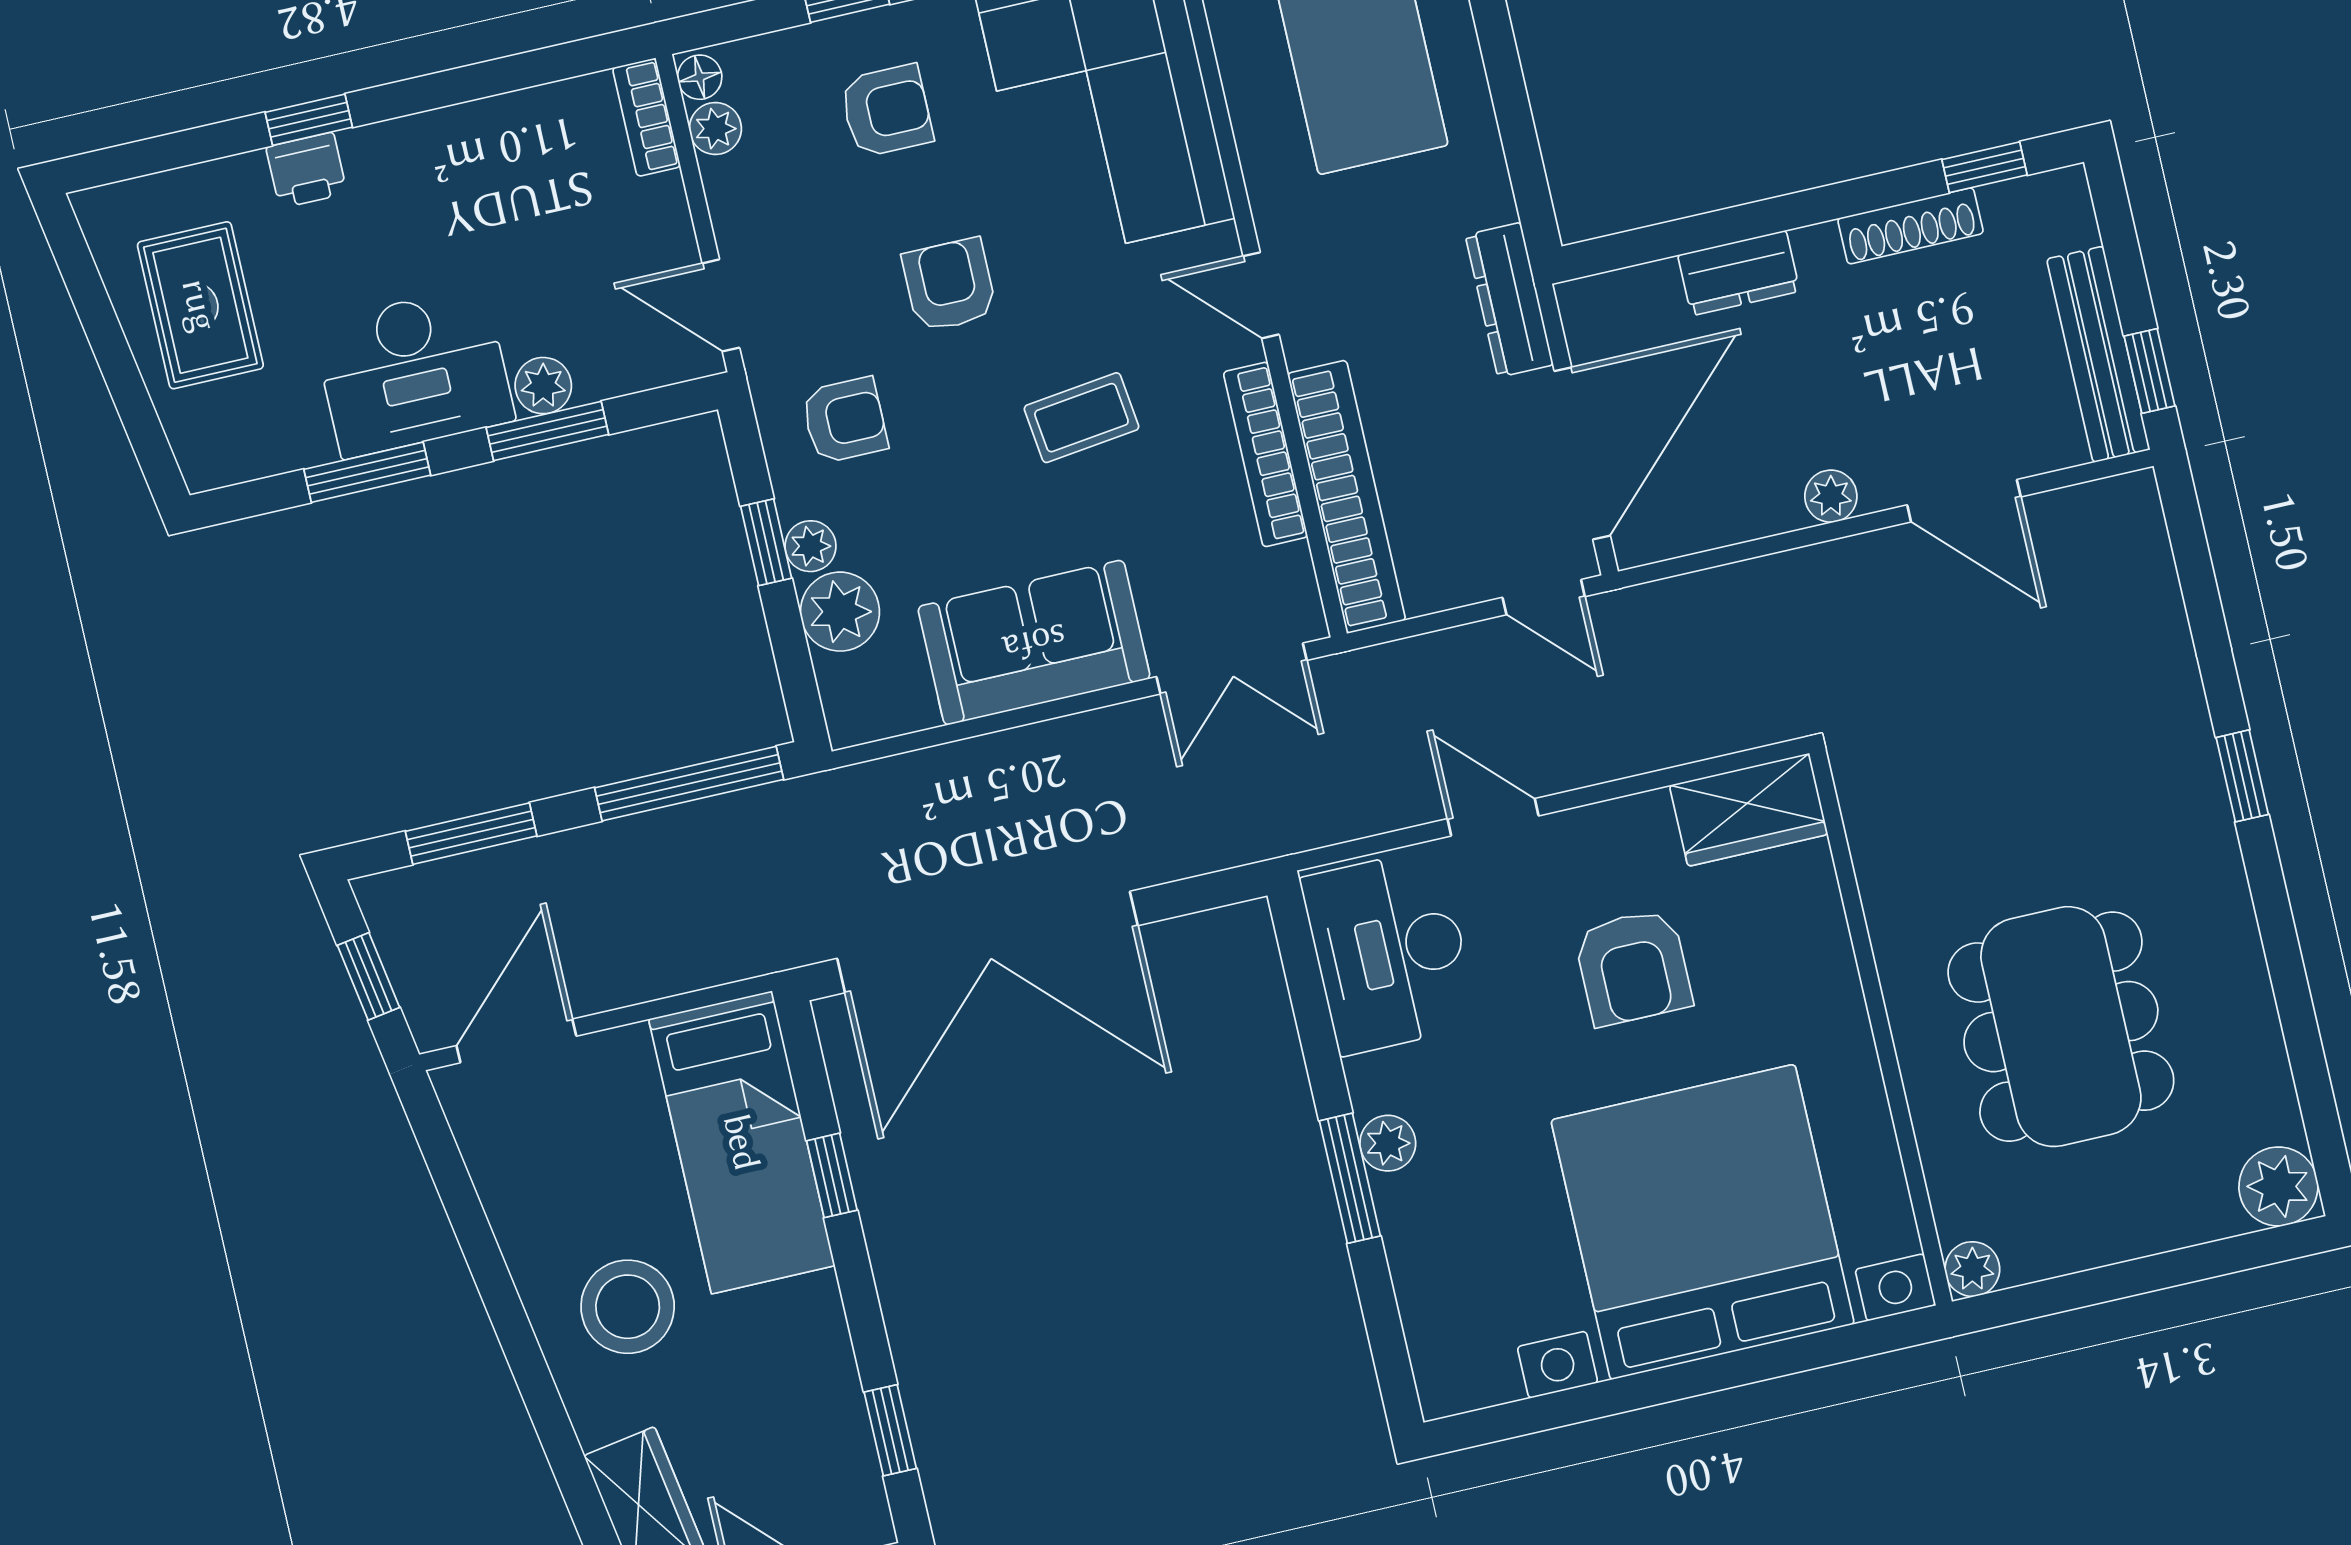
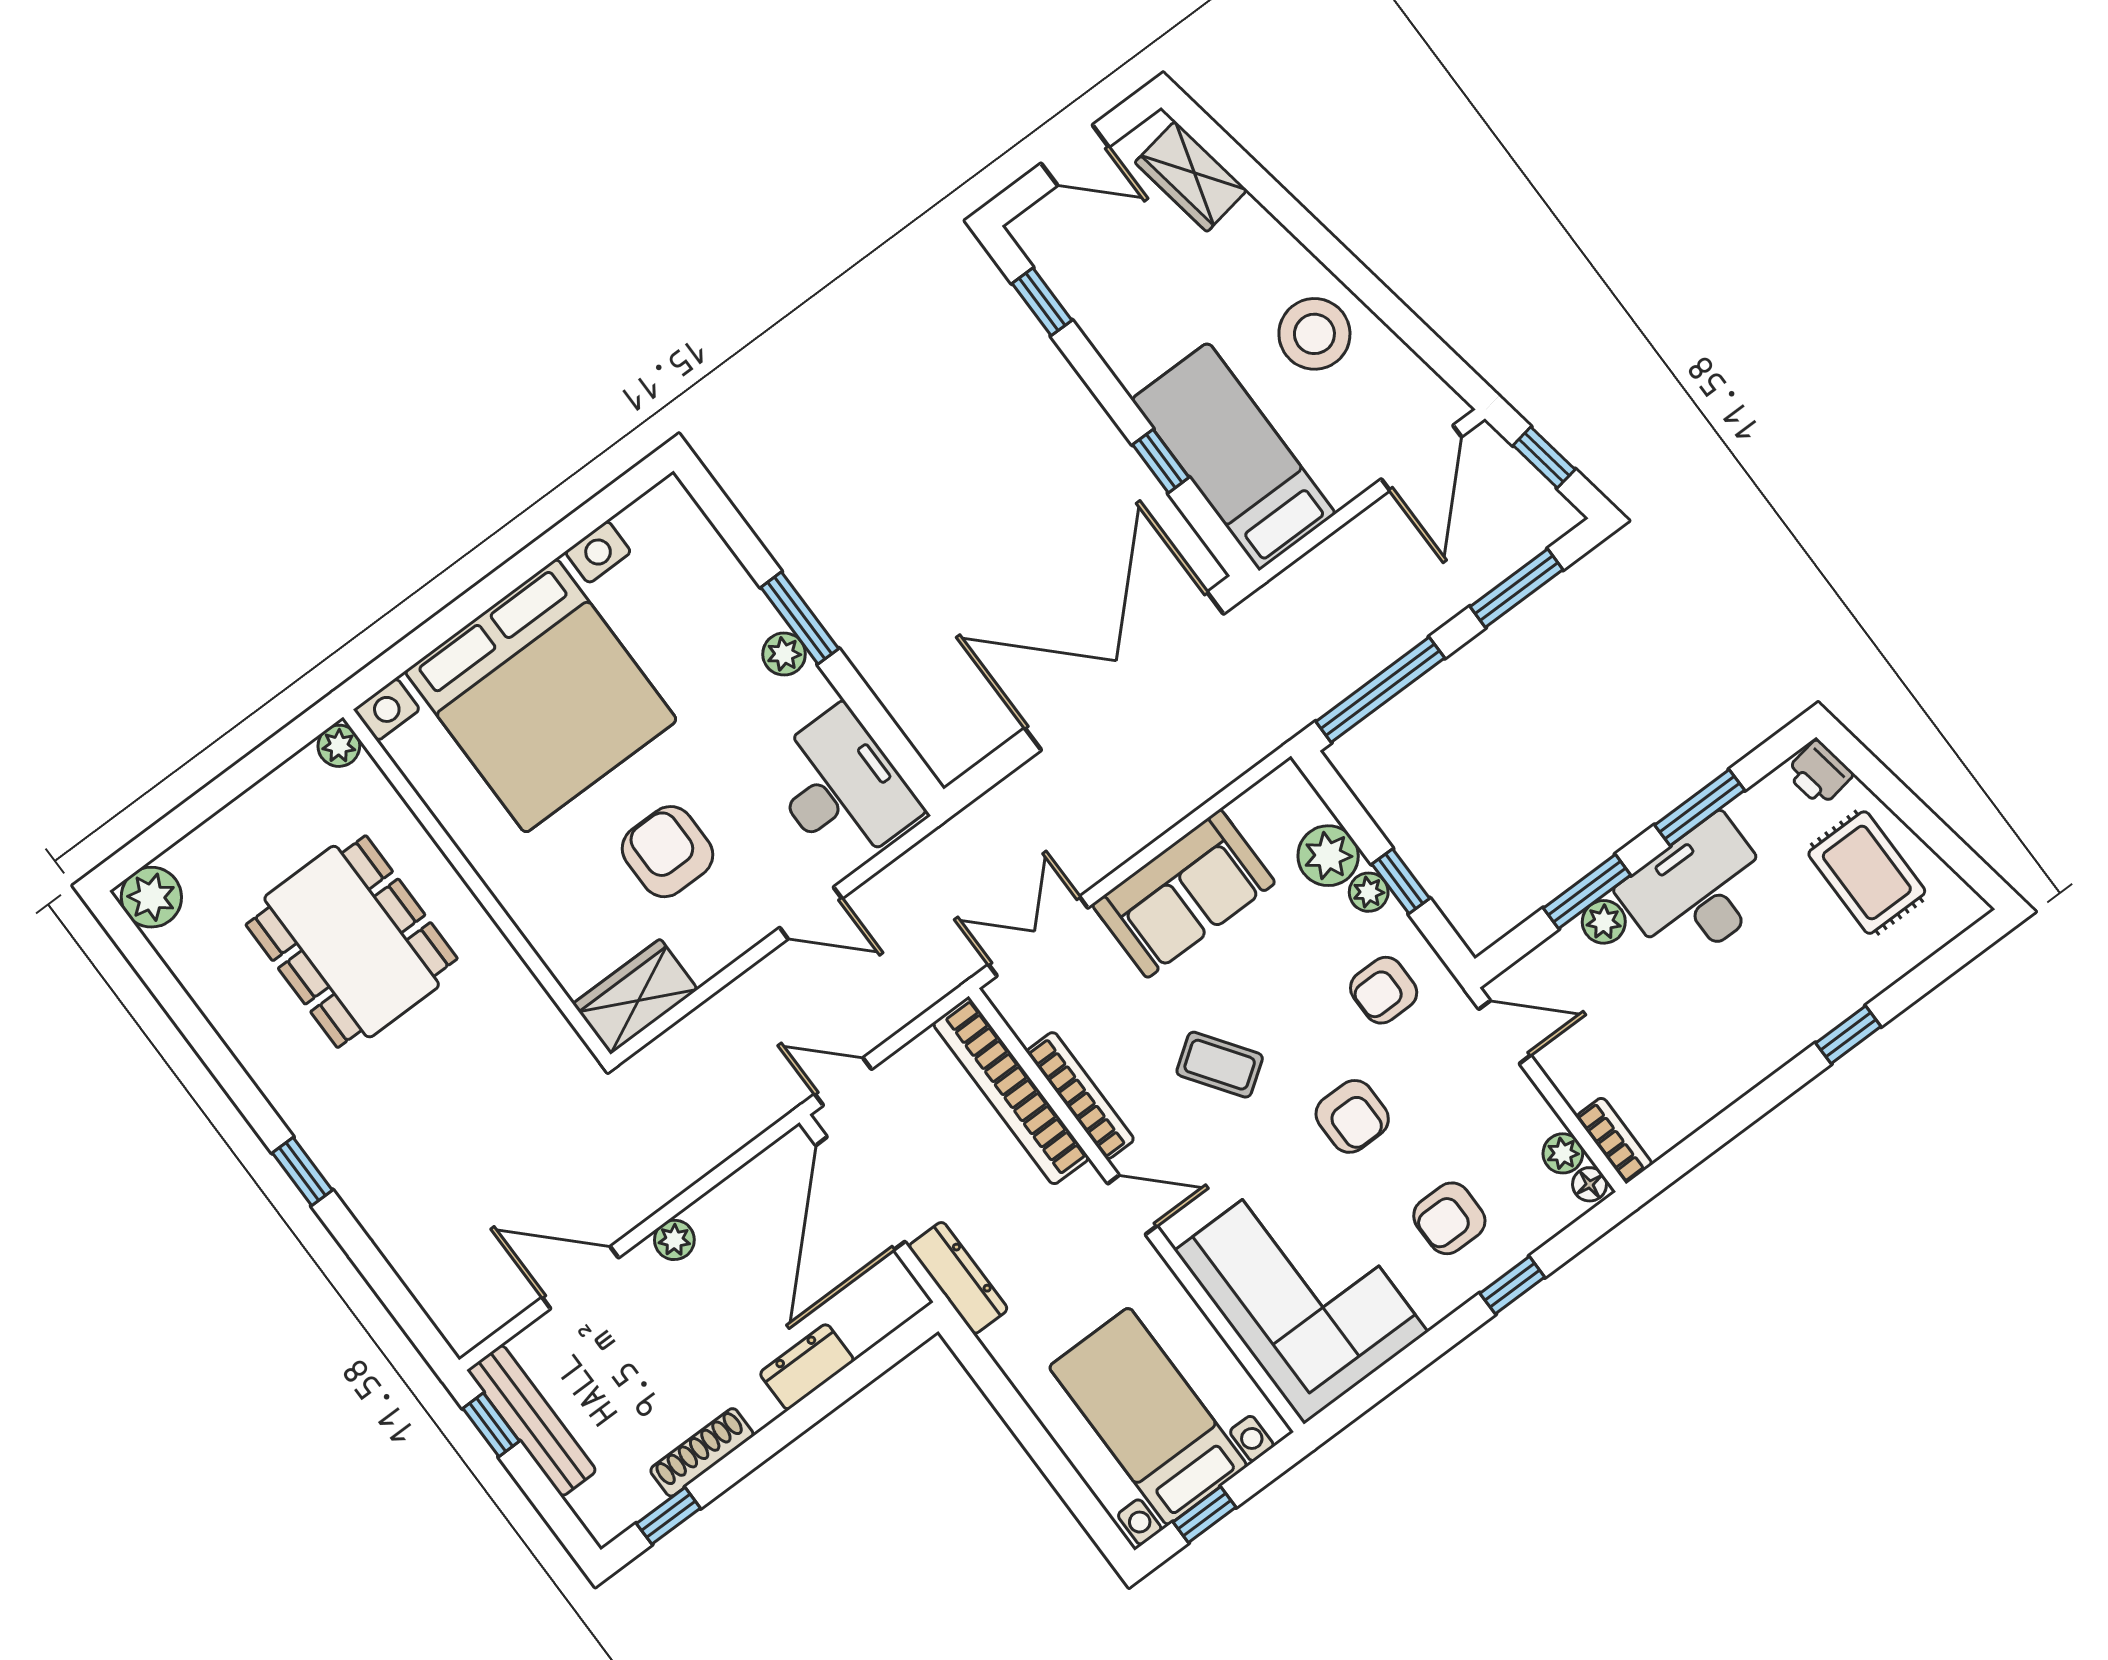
printer: (306, 170) -> (1819, 773), moved, turned -99
coffee table: (1081, 418) -> (1220, 1065), turned 62
stool: (628, 1307) -> (1314, 334), moved

